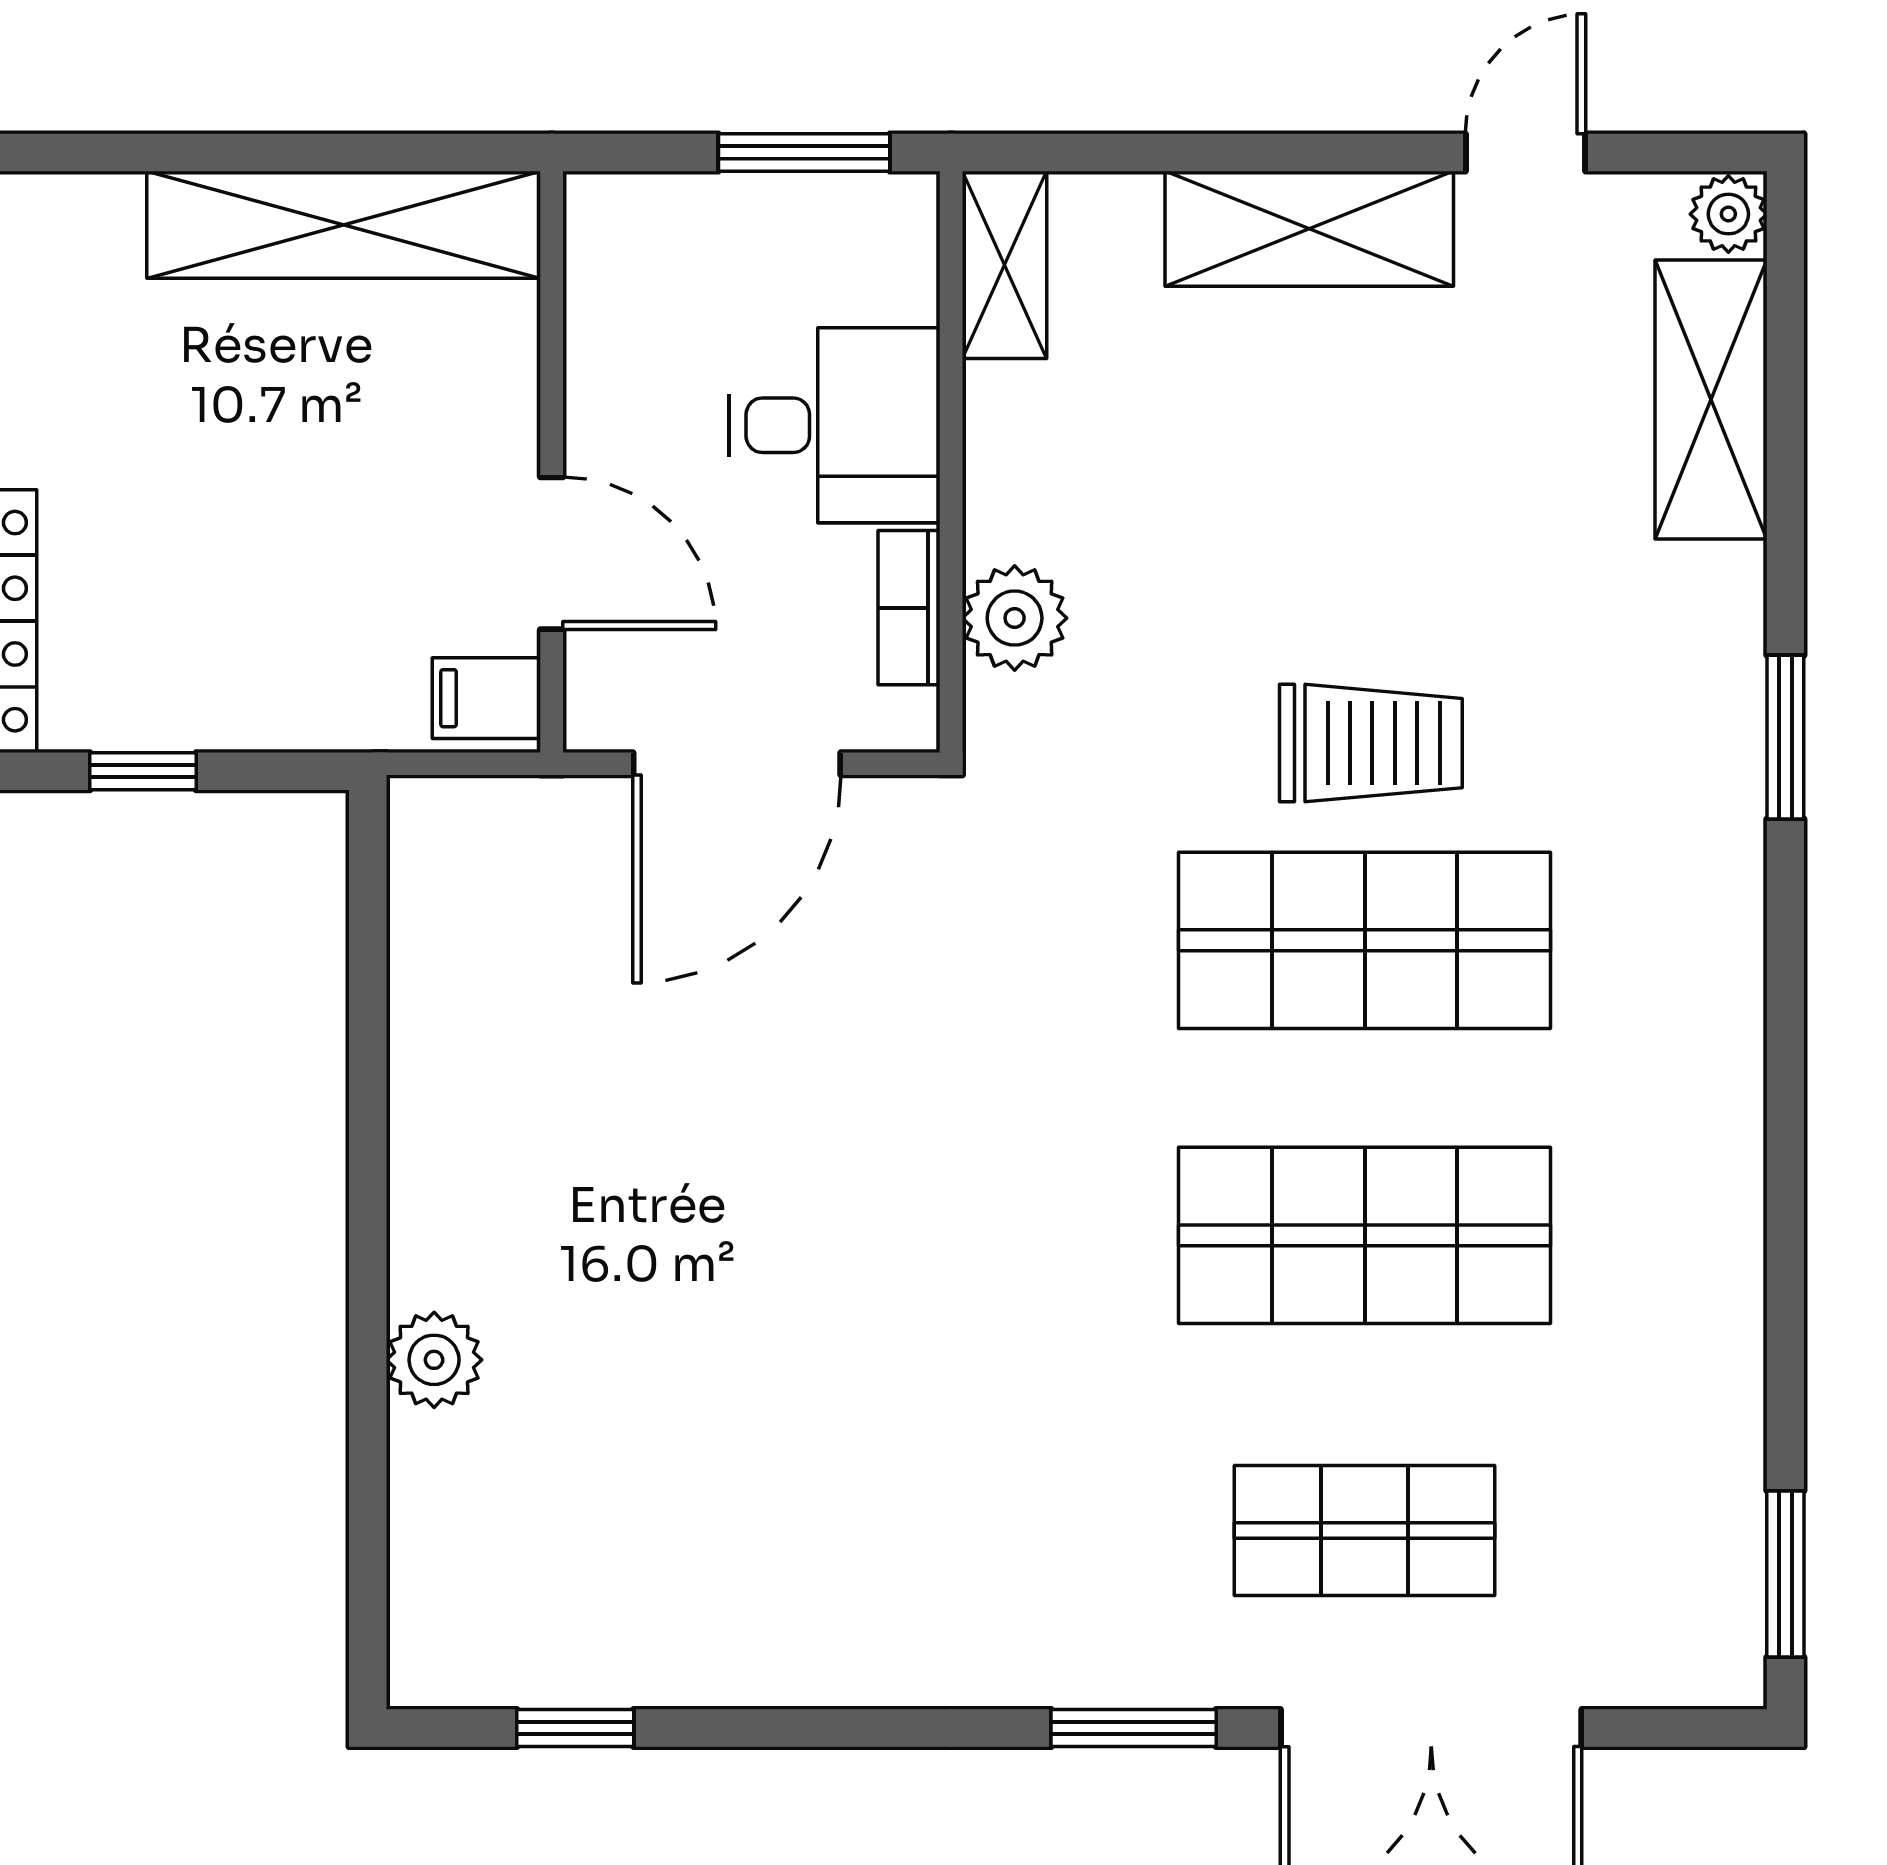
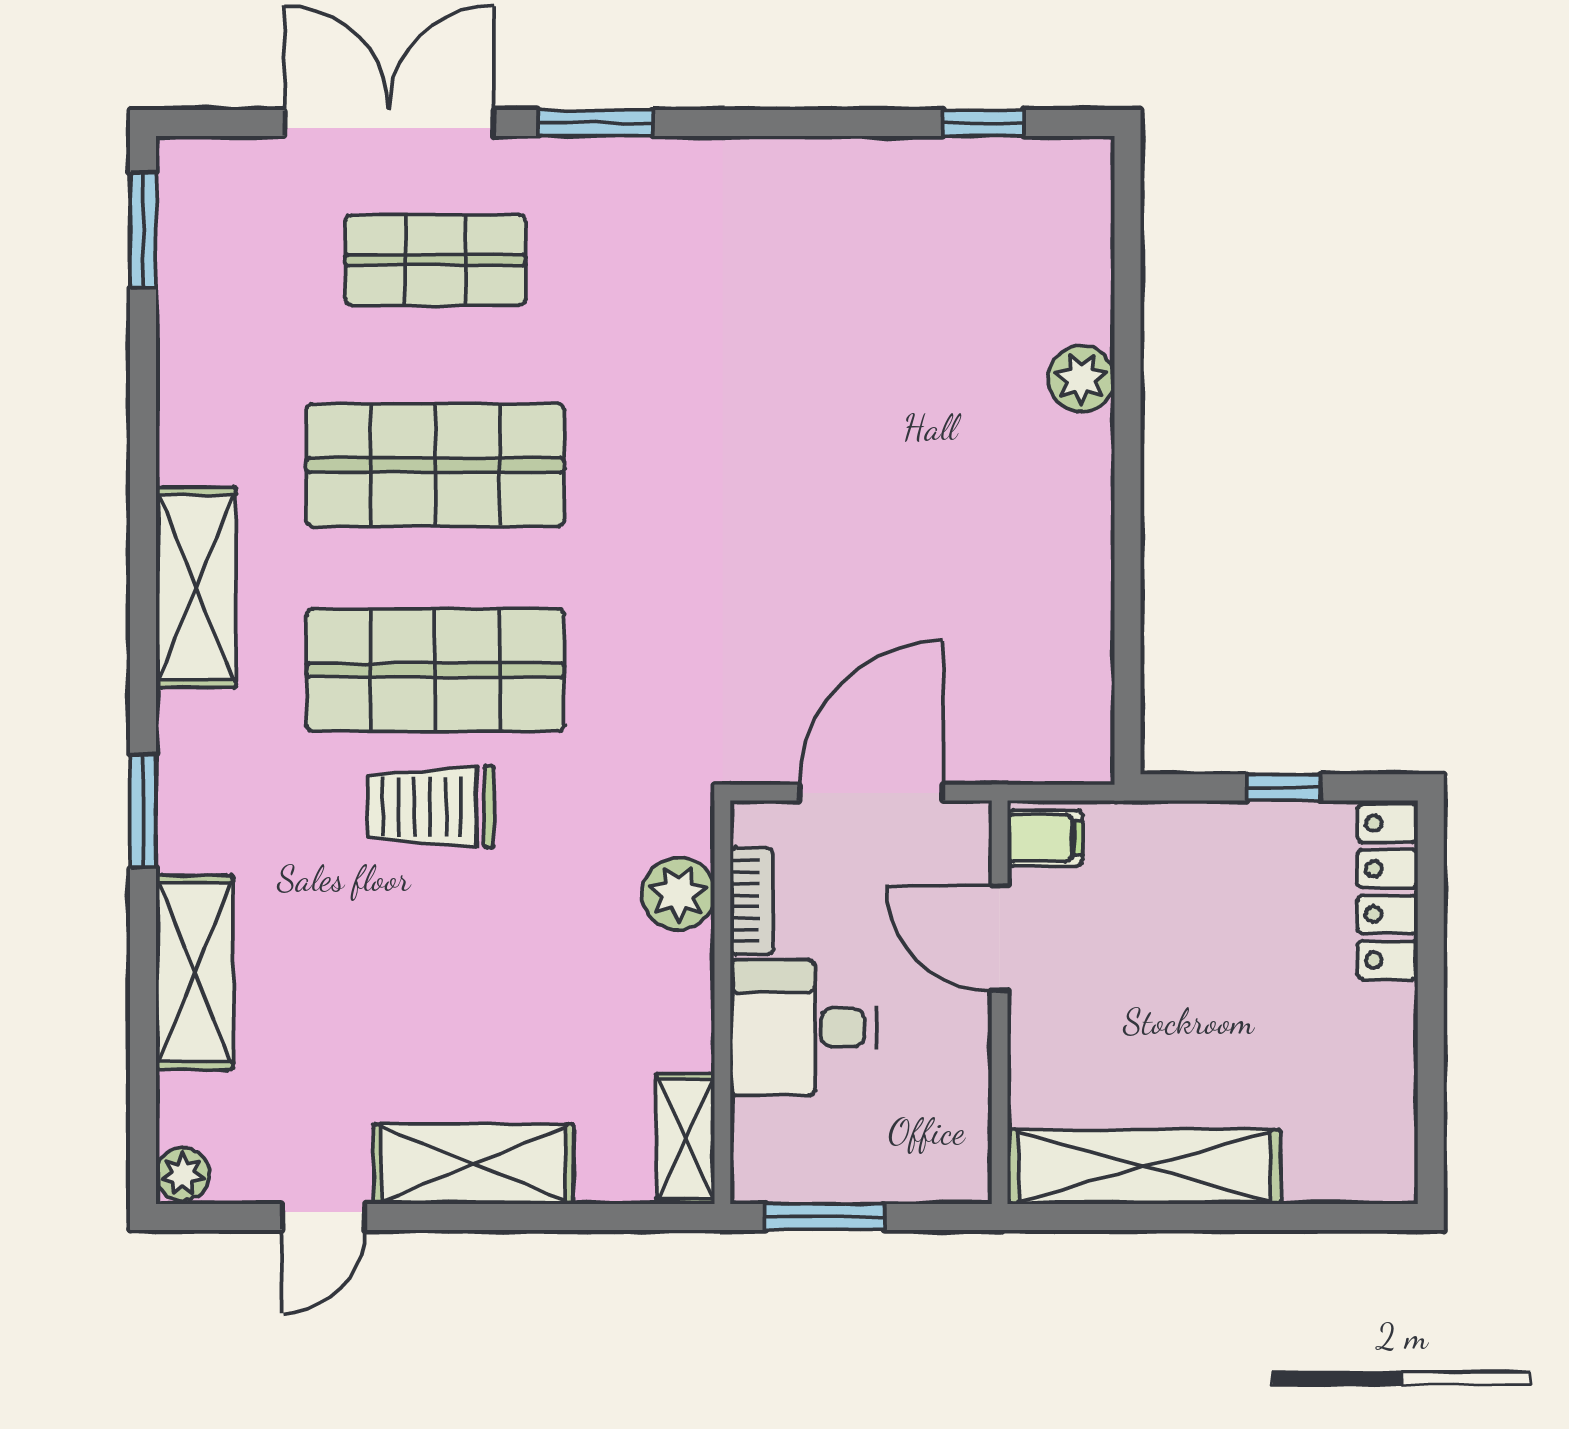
shelving: (1711, 399) -> (195, 972), moved
shelving: (1709, 1059) -> (196, 587), added

